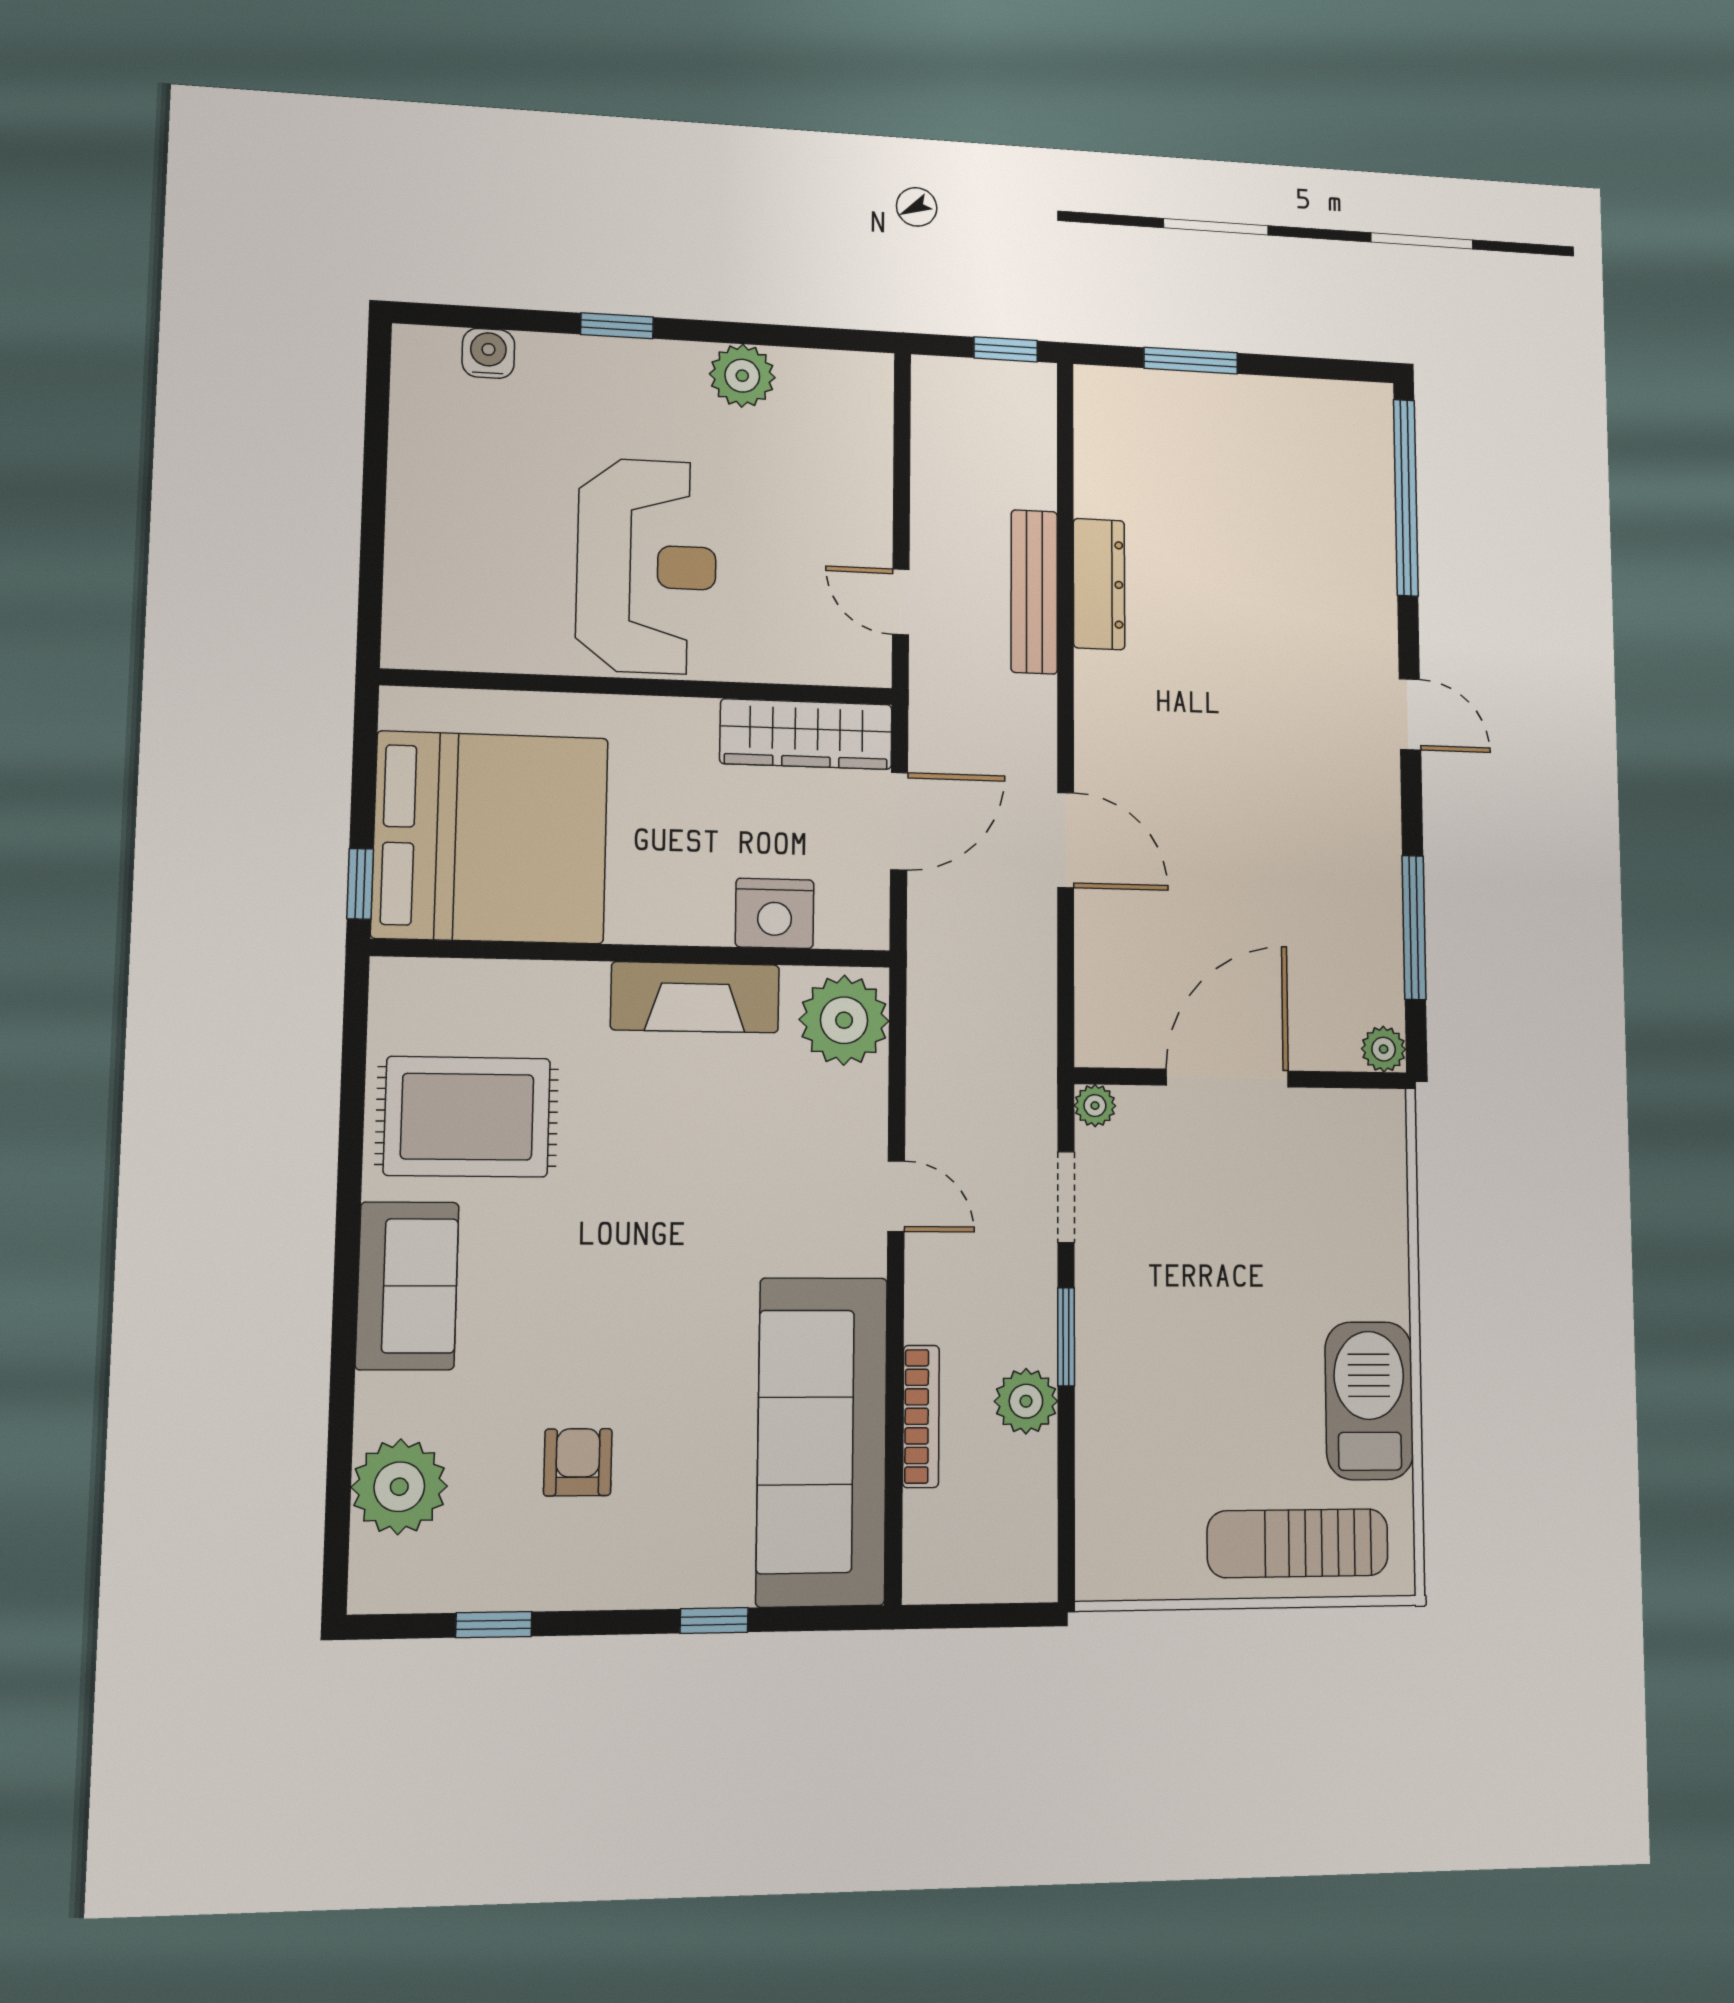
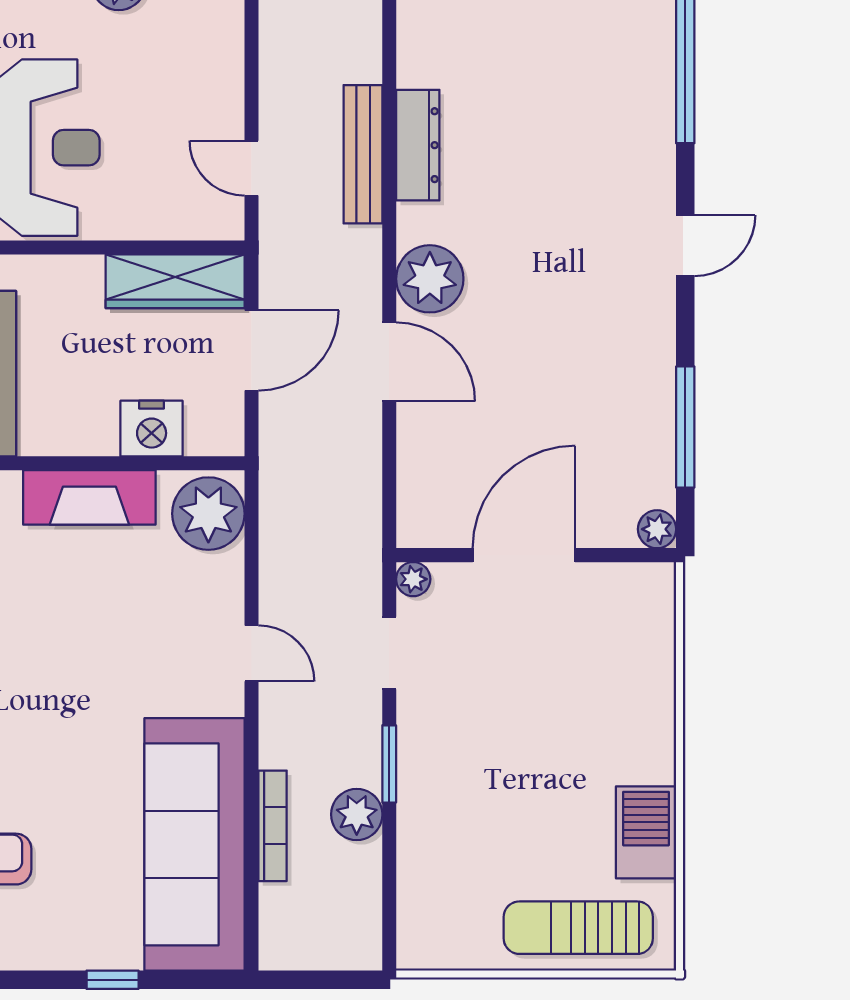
door: (1410, 714) -> (685, 246), hinge flipped
plant: (1114, 742) -> (430, 279), added
barbecue: (1369, 1401) -> (646, 832), width x0.73, depth x0.83

